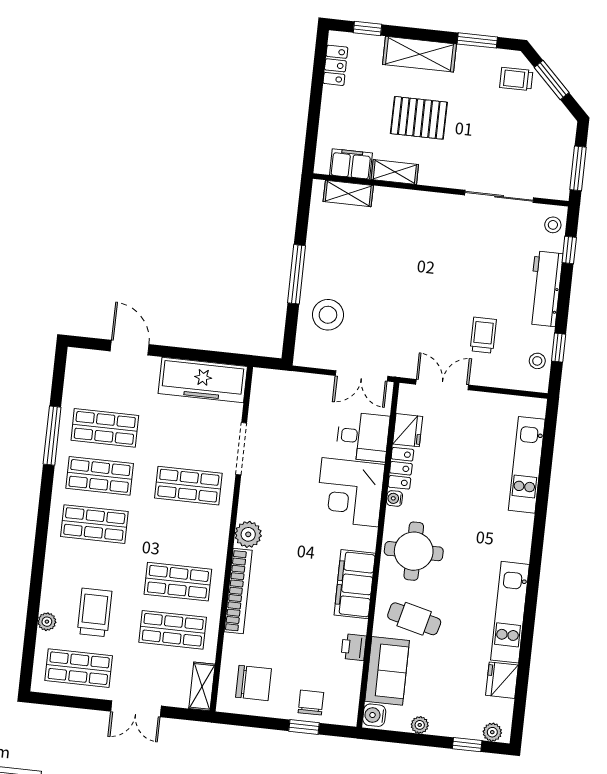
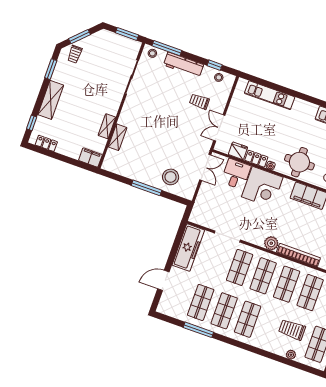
pallet: (419, 118) -> (83, 108), removed
filing cabinet: (351, 164) -> (90, 157), moved, turned 90
shelving: (348, 194) -> (118, 137), moved
window: (569, 250) -> (167, 48), width x2.17
shop shelf: (183, 534) -> (263, 276), added

